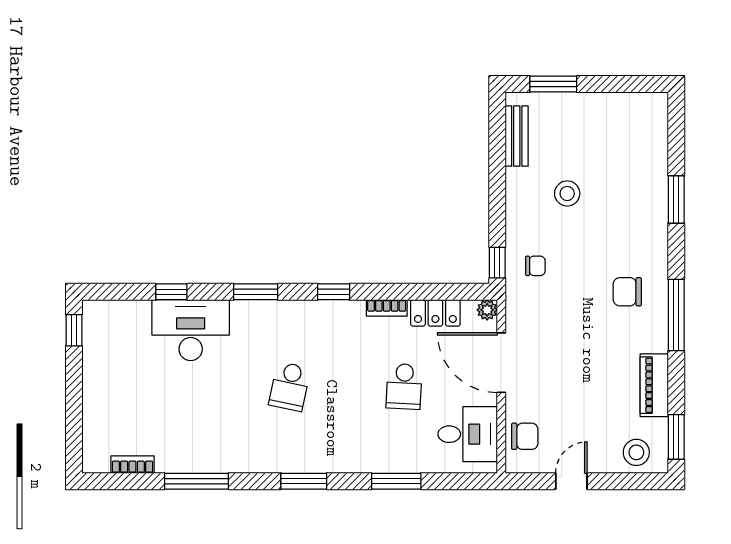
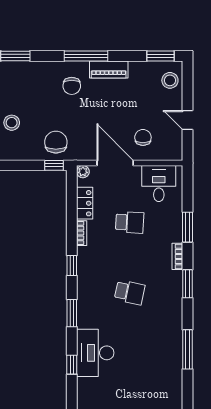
chair: (535, 266) -> (56, 142), width x1.87, depth x1.87
door: (501, 363) -> (115, 163), swing flipped
piano: (654, 385) -> (109, 69), moved
chair: (525, 436) -> (143, 137), moved
bookcase: (132, 465) -> (177, 256), moved

